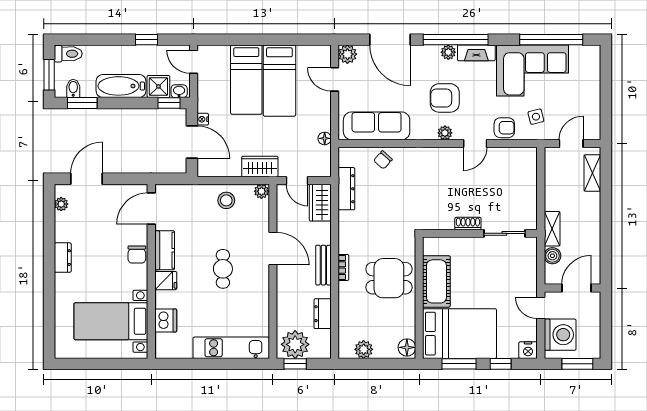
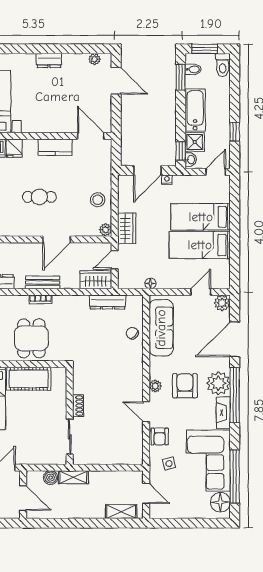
plant: (448, 52) -> (218, 383), width x1.88, depth x1.88
floor lamp: (581, 56) -> (220, 502), added
chair: (137, 255) -> (52, 124), removed
fridge: (166, 281) -> (14, 148), moved

